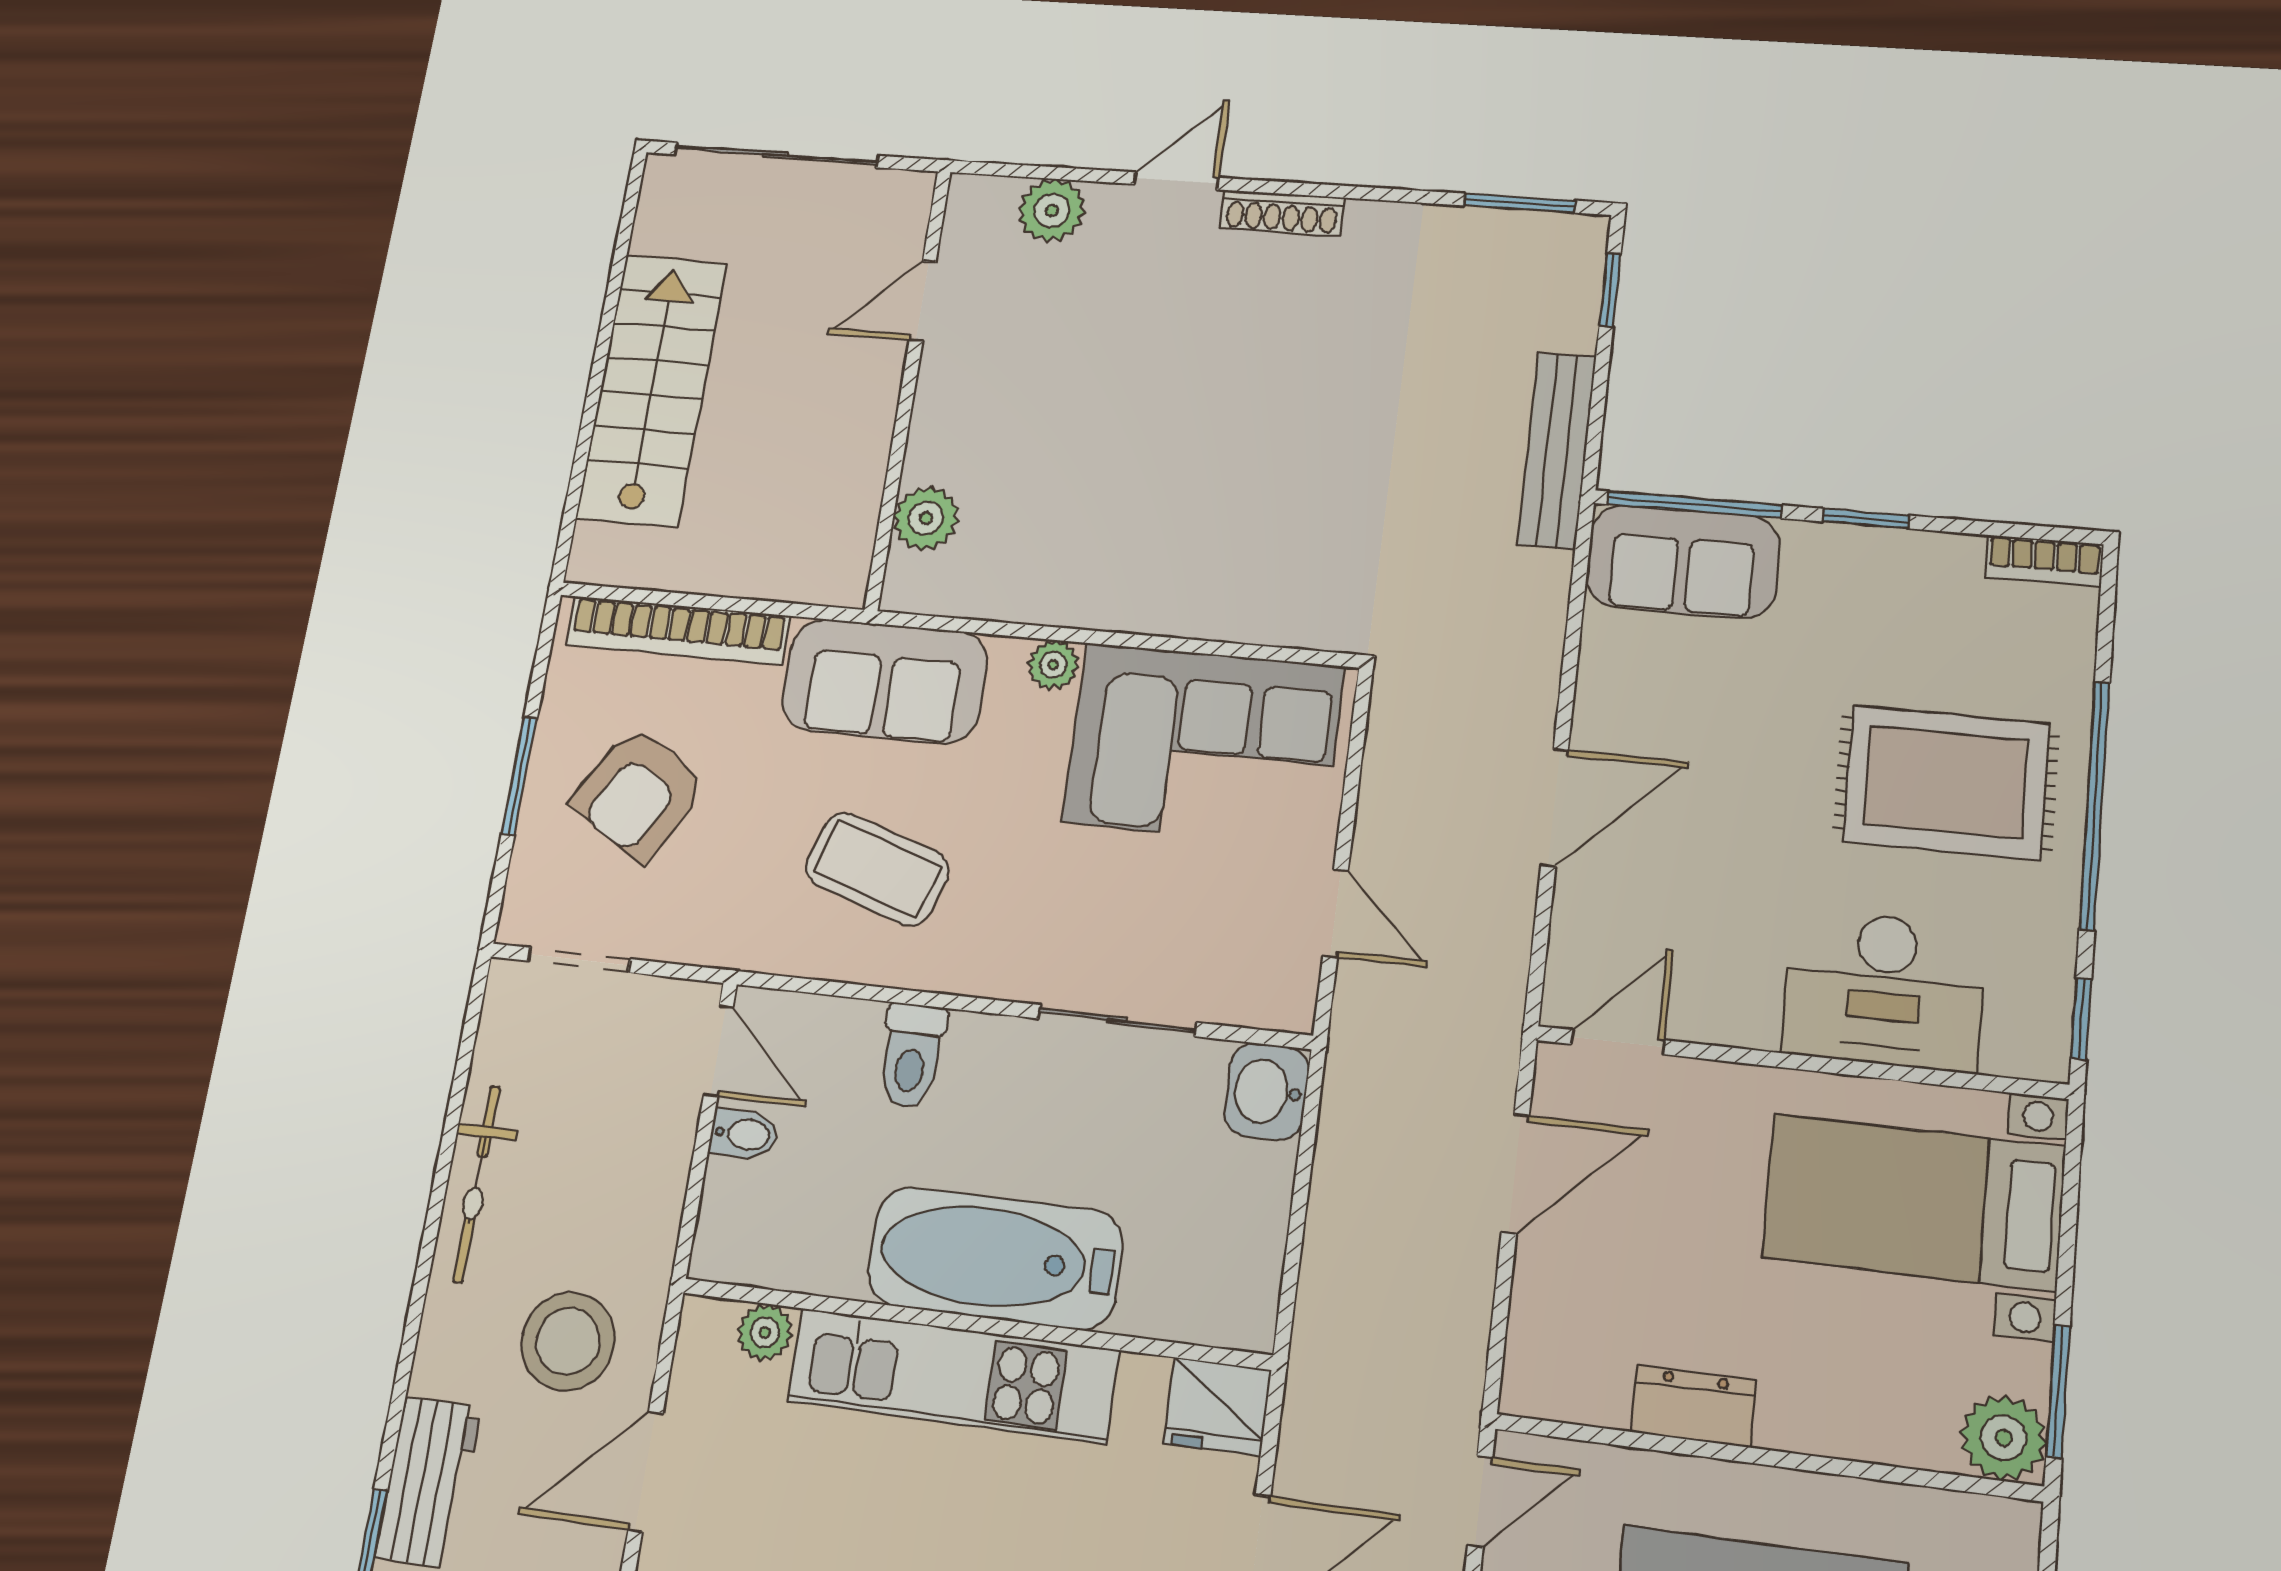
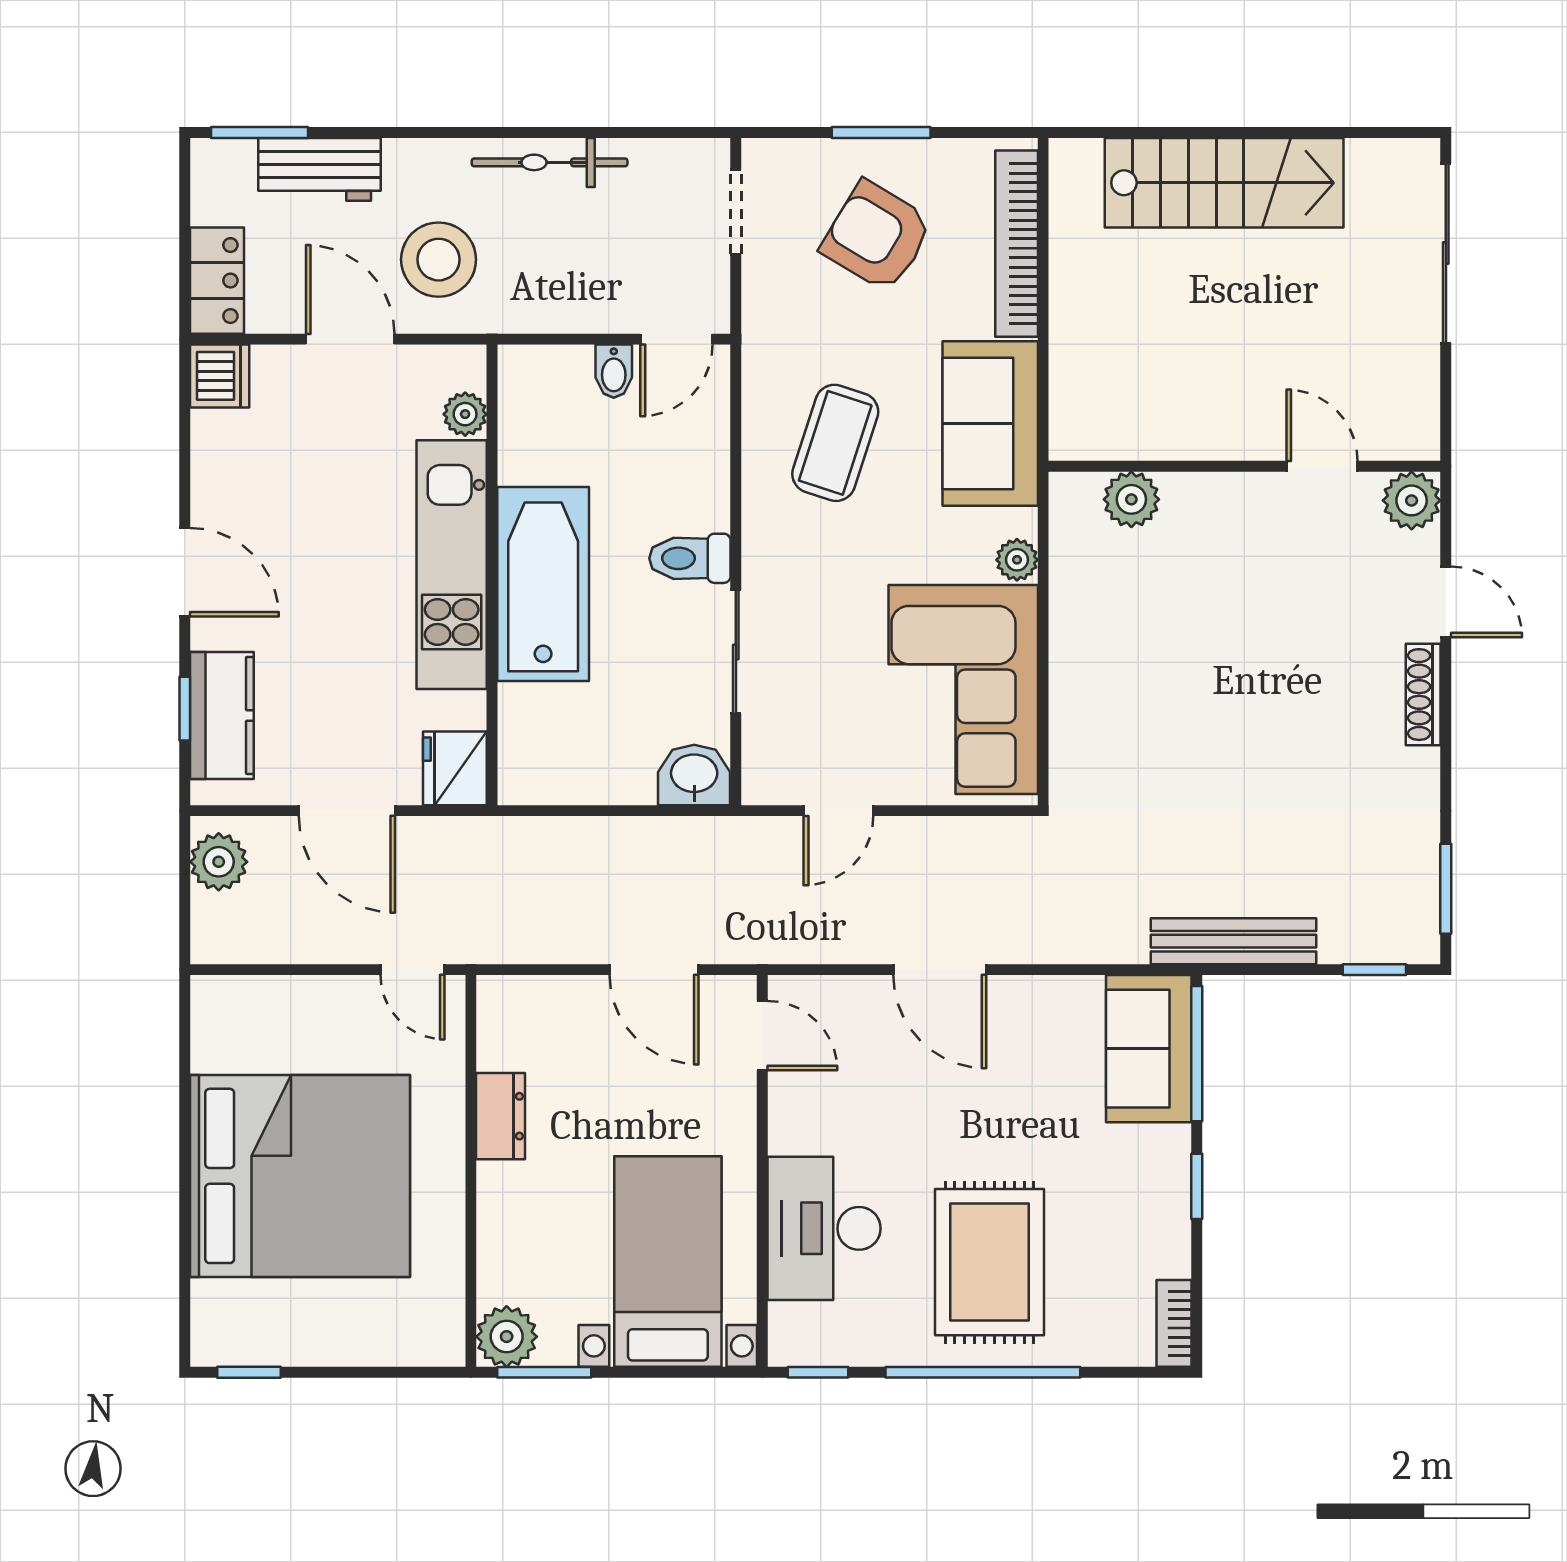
door: (923, 301) -> (1322, 466), moved
wall: (908, 387) -> (1244, 466), moved
plant: (926, 518) -> (1131, 499), moved
toilet: (912, 1056) -> (690, 558), moved

